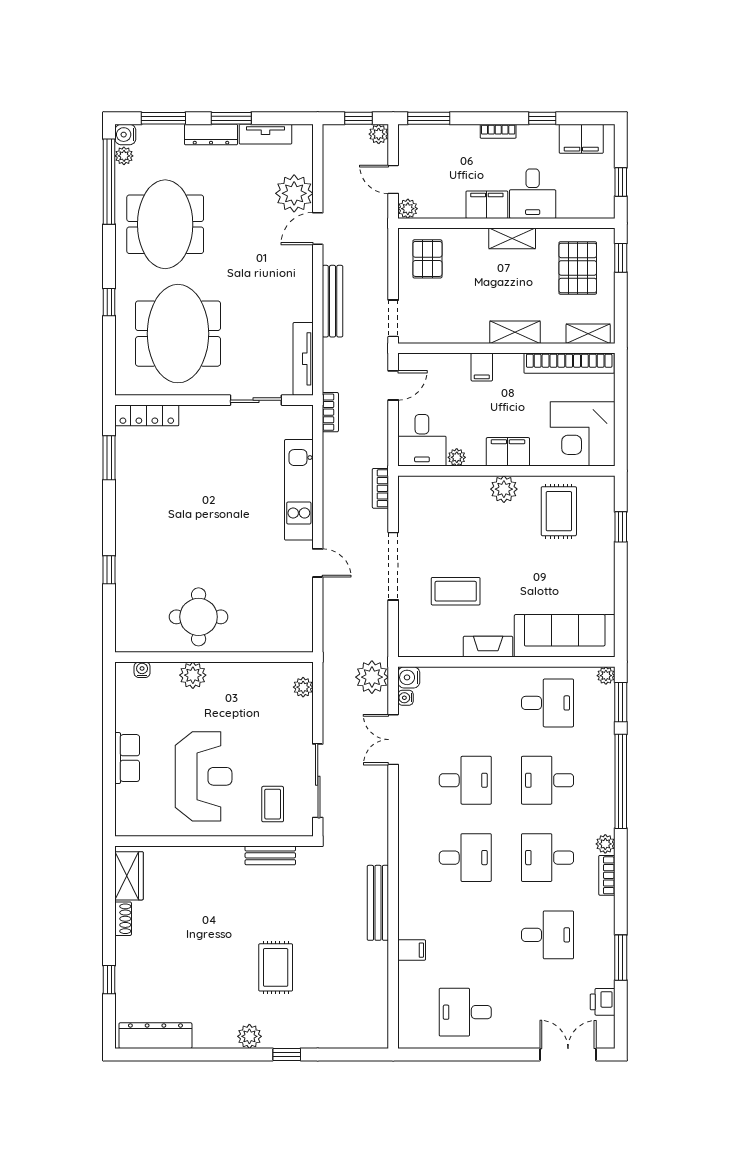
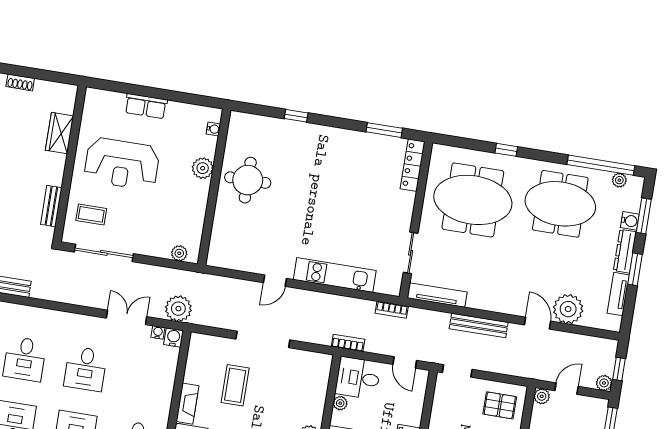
water cooler: (125, 135) -> (630, 221), moved, turned 90
bookcase: (380, 488) -> (348, 343), moved
wardrobe: (129, 876) -> (60, 133), moved, turned 90

